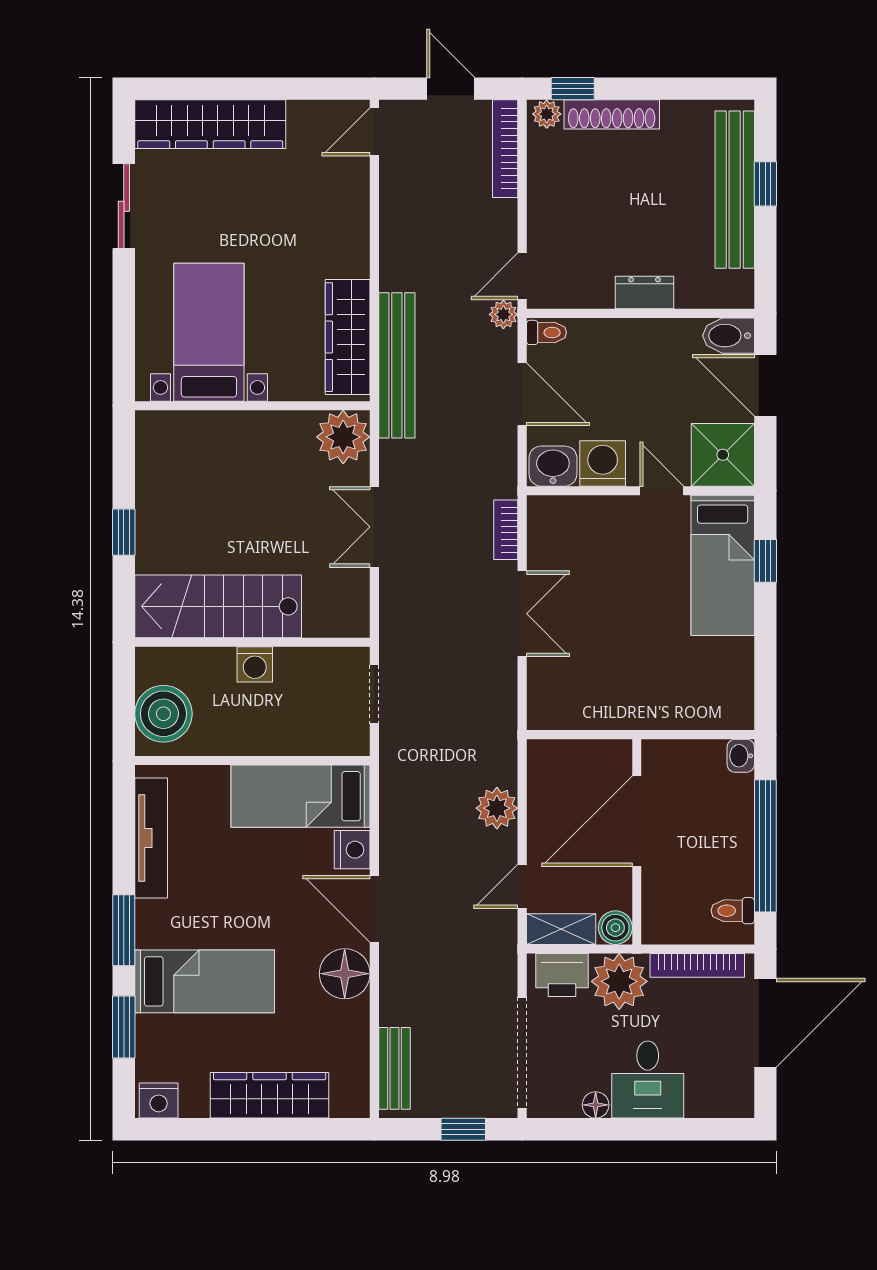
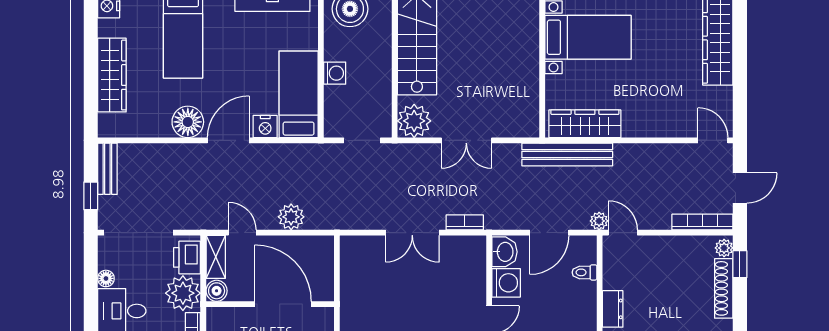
toilet: (547, 332) -> (585, 272), moved, turned 90
plant: (343, 437) -> (414, 121), moved
double door: (374, 527) -> (466, 140), swing flipped
washing machine: (255, 664) -> (335, 73), moved, turned 180
bench: (394, 1068) -> (107, 169), moved, turned 90

